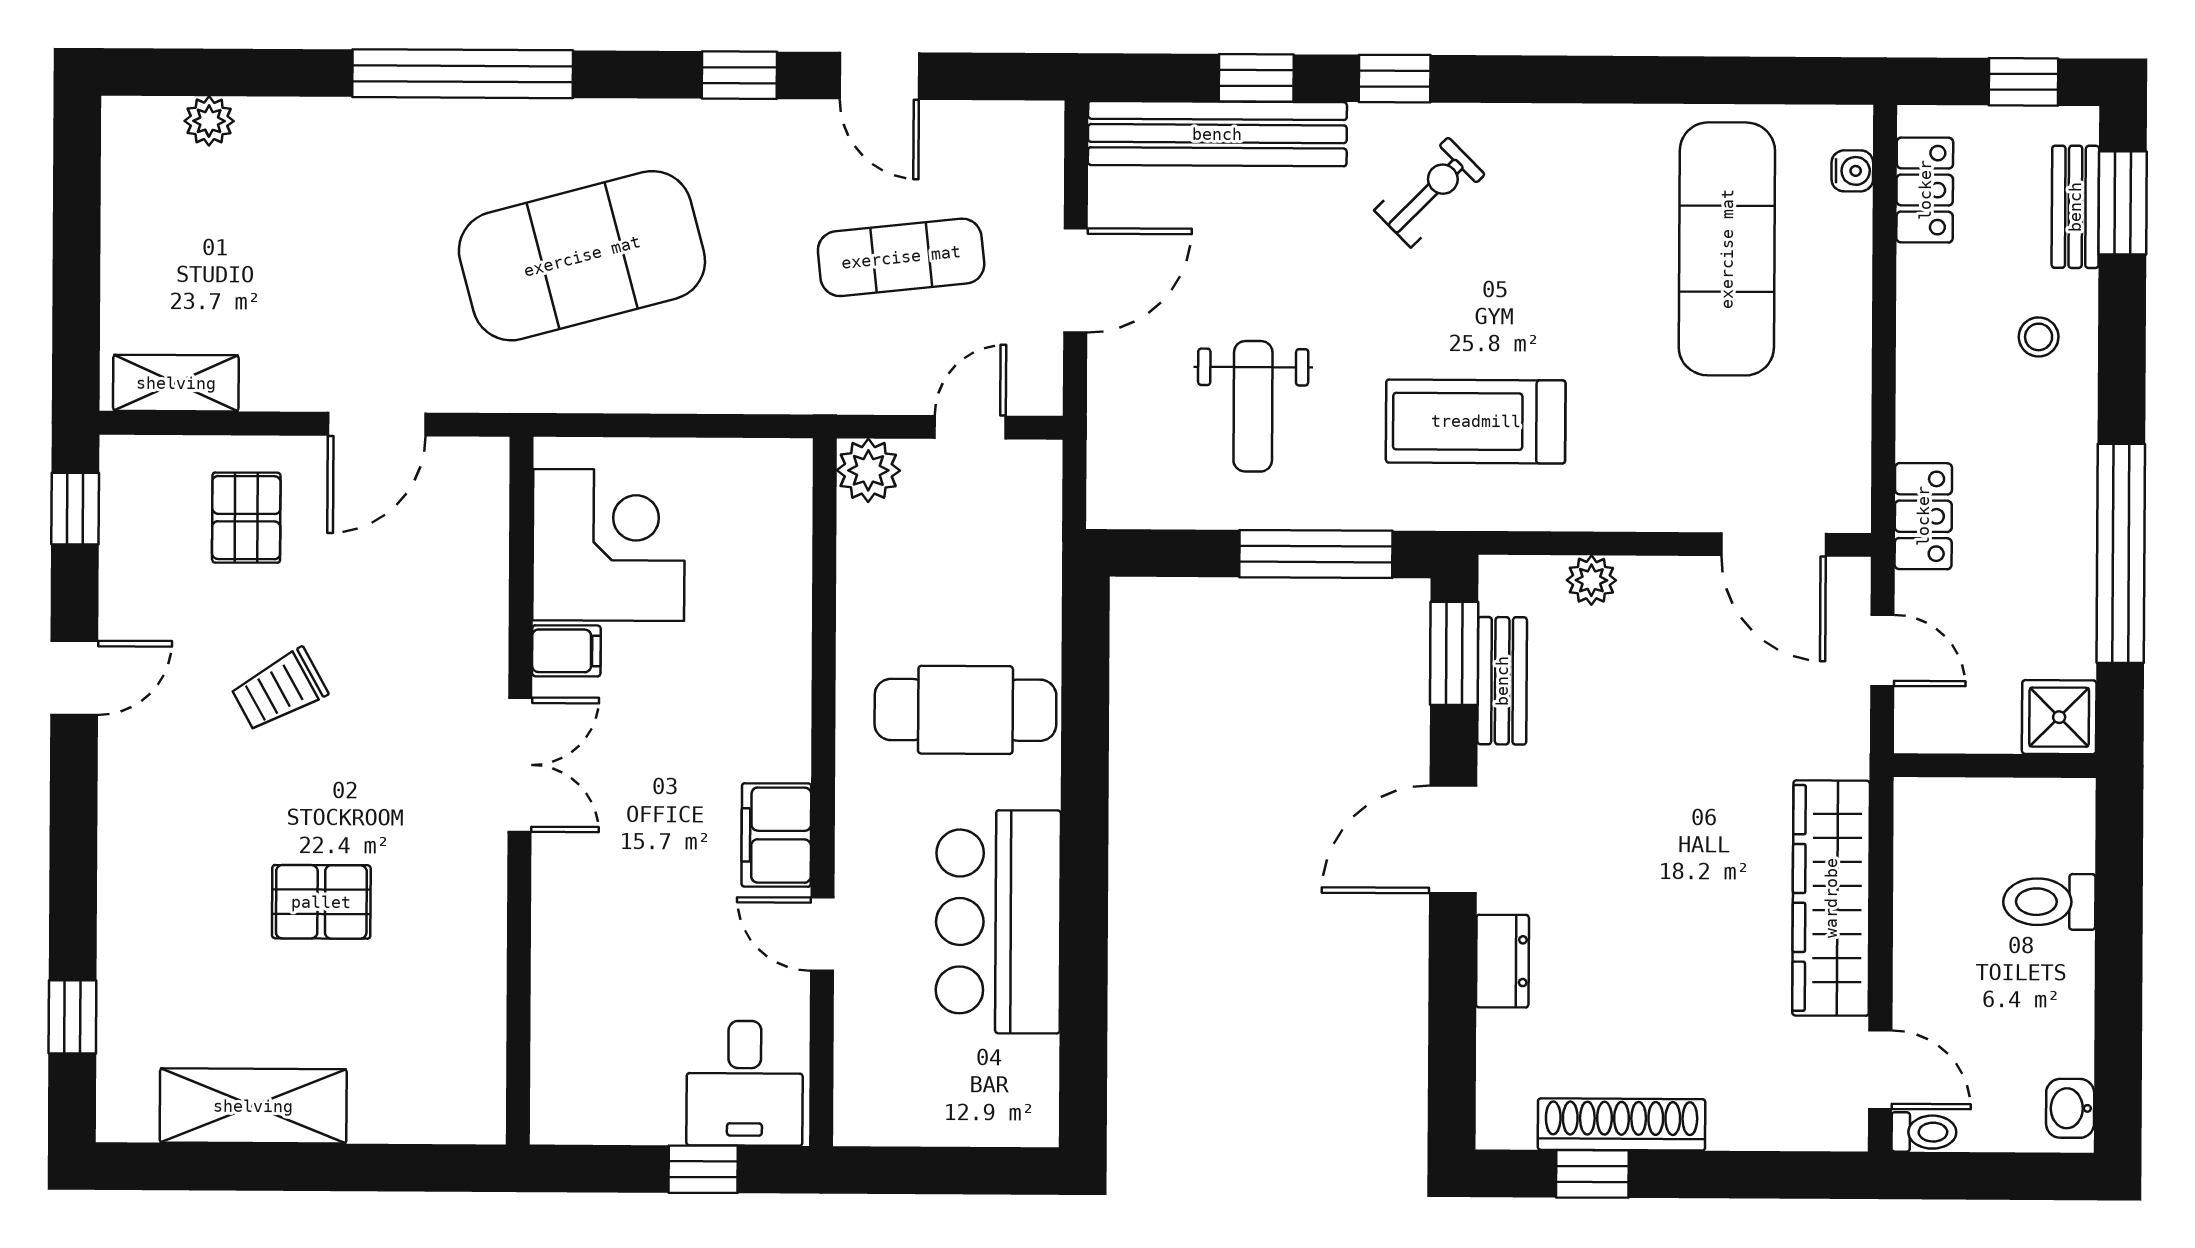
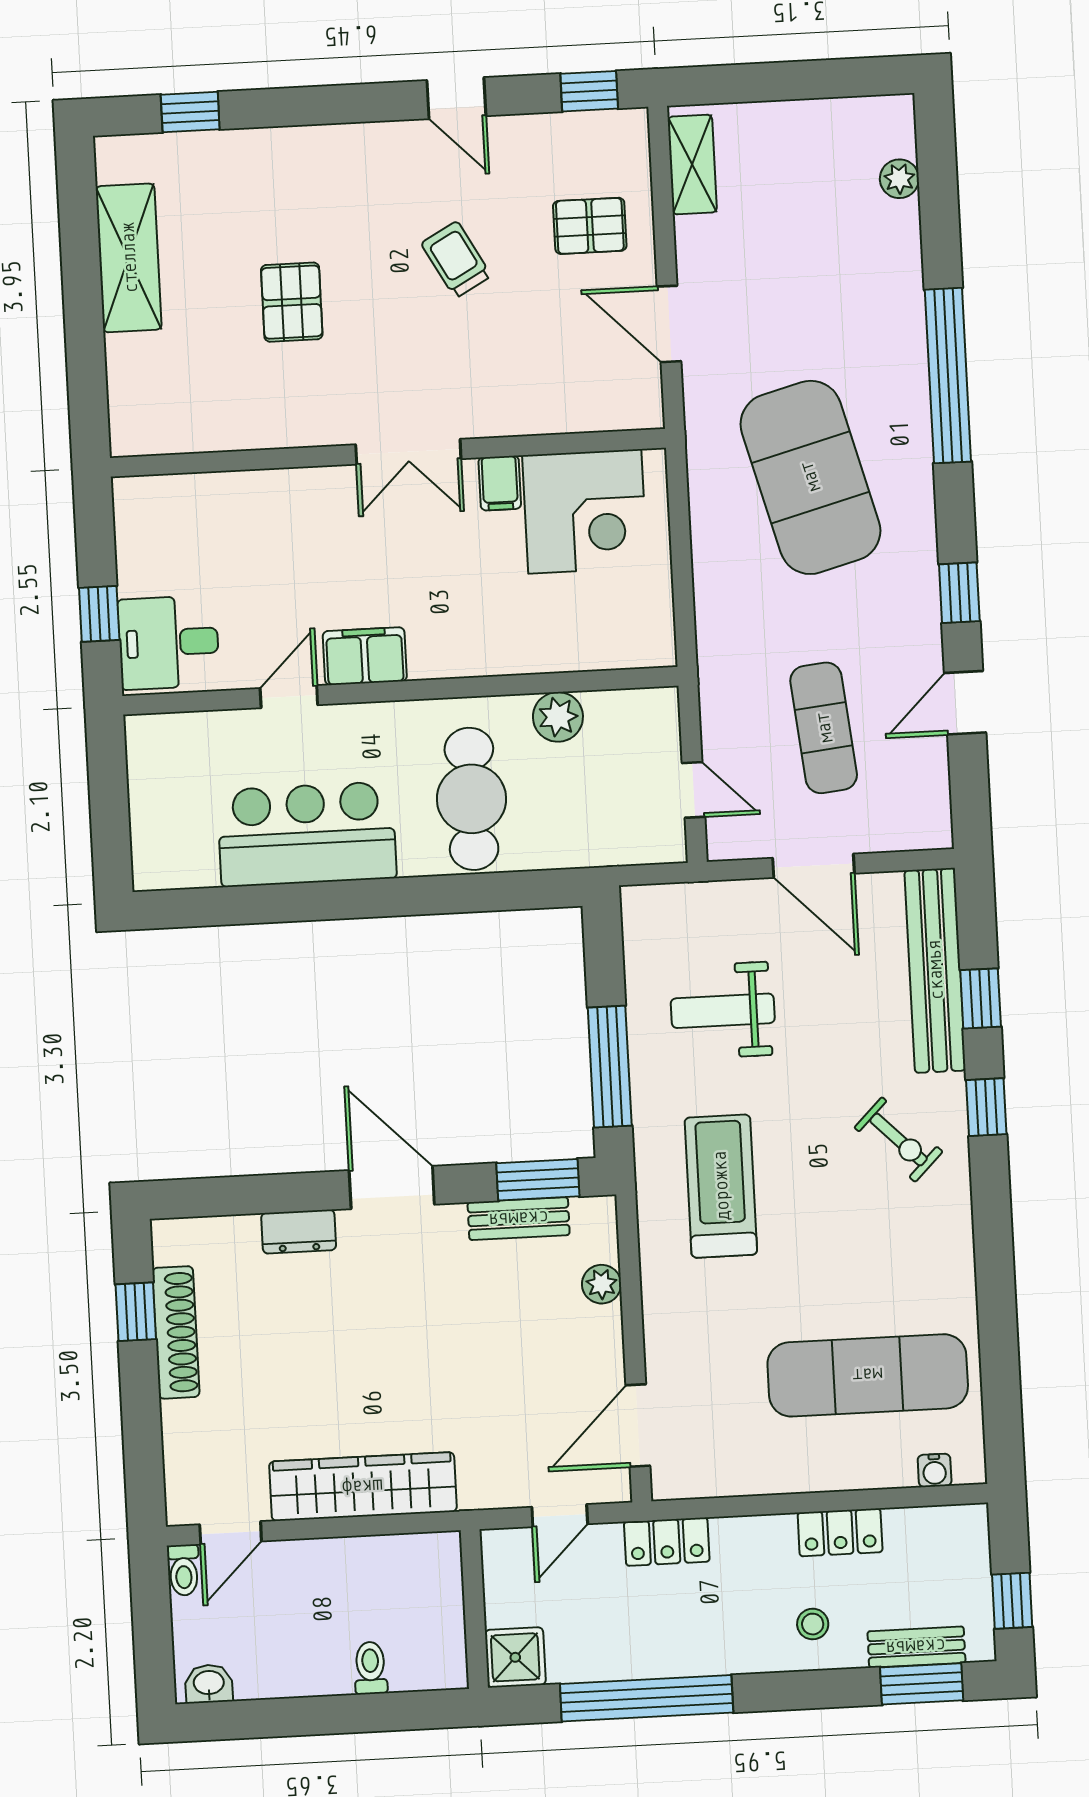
locker: (1925, 190) -> (840, 1532), moved
plant: (868, 470) -> (558, 717), moved
toilet: (2049, 902) -> (370, 1668), width x0.73, depth x0.72

